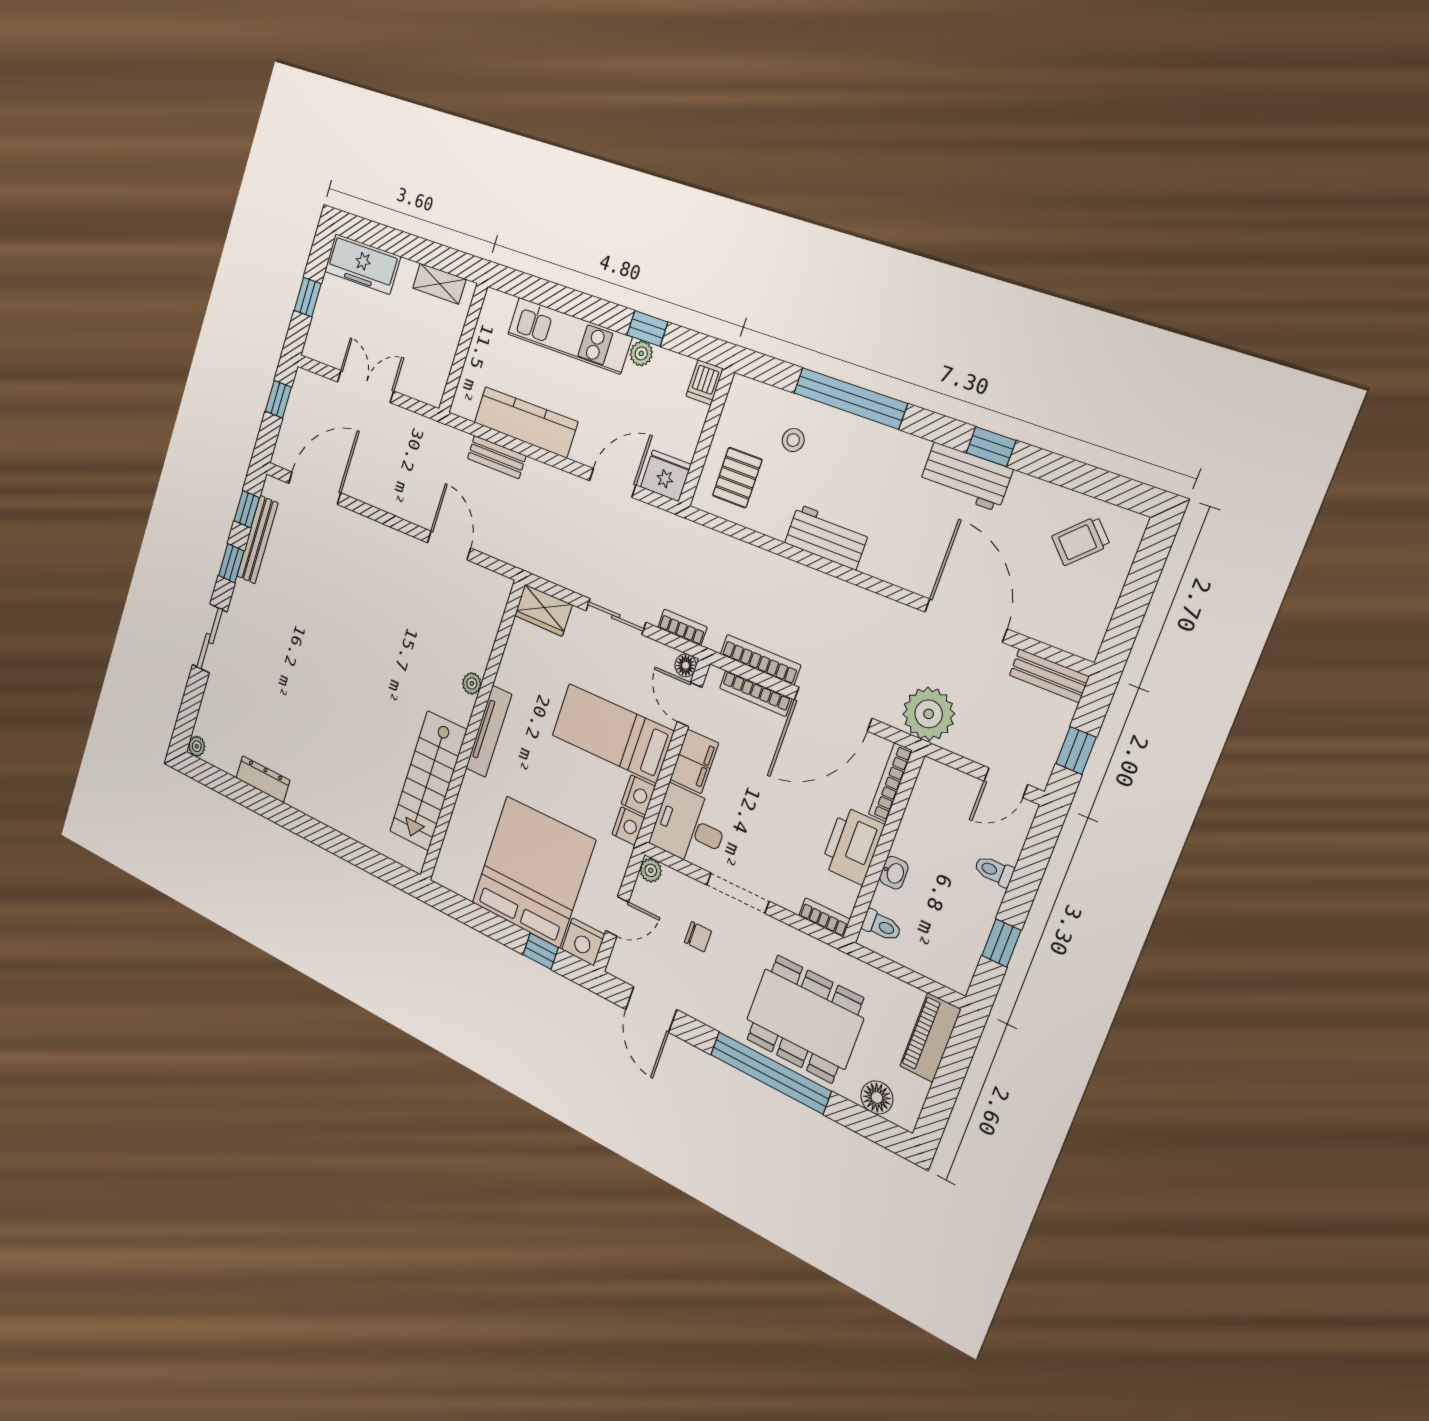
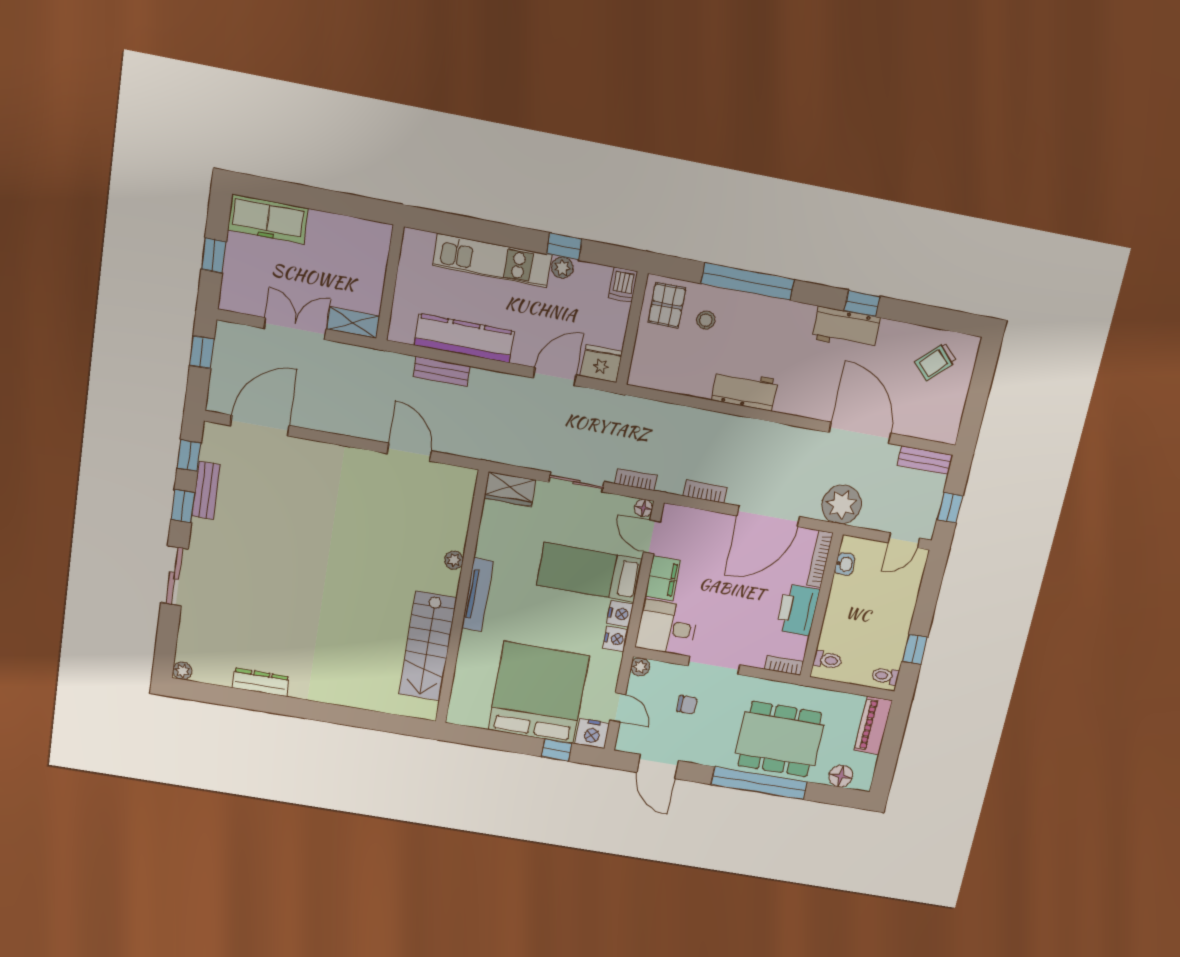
shelving: (439, 284) -> (353, 323), moved
pallet: (737, 478) -> (667, 305), moved
bench: (258, 540) -> (206, 490), width x0.73
bookcase: (760, 660) -> (705, 492), width x0.64
bookcase: (756, 693) -> (705, 517), removed
toilet: (994, 871) -> (885, 676), moved
washbasin: (894, 873) -> (845, 564), moved
door: (617, 916) -> (618, 708), hinge flipped

